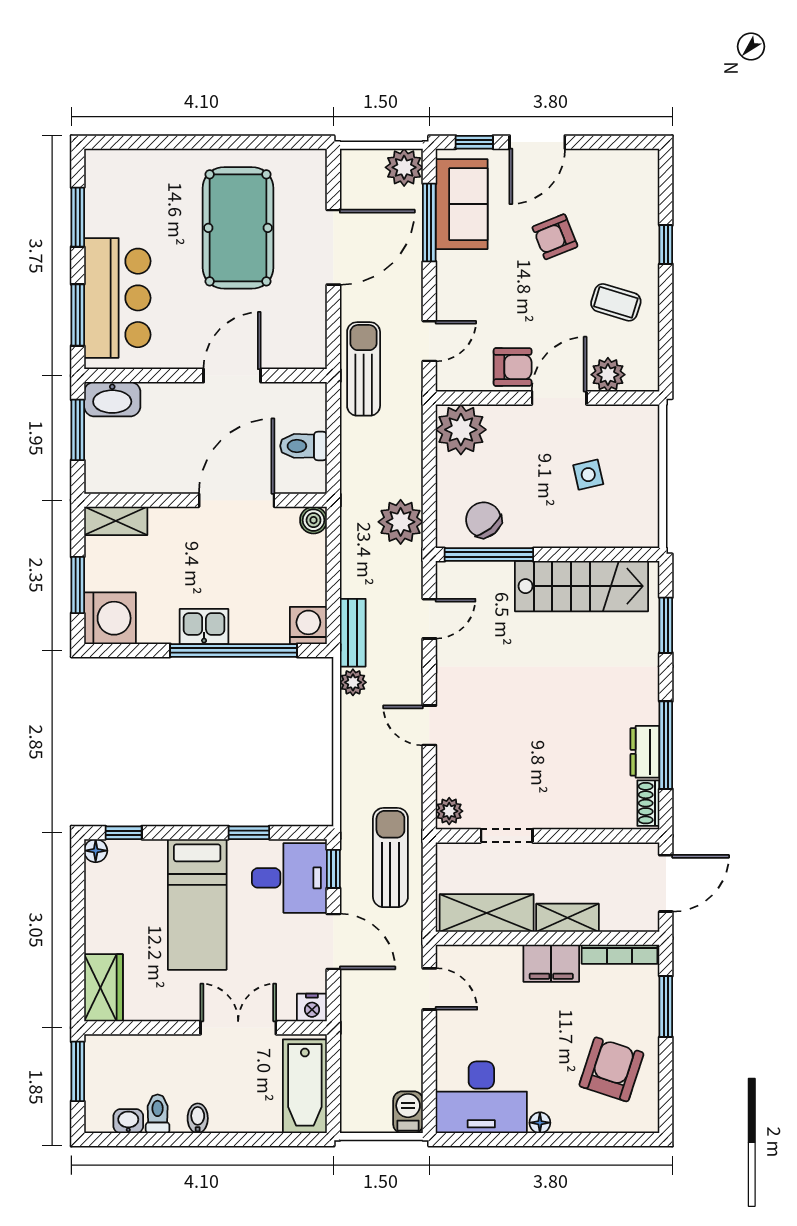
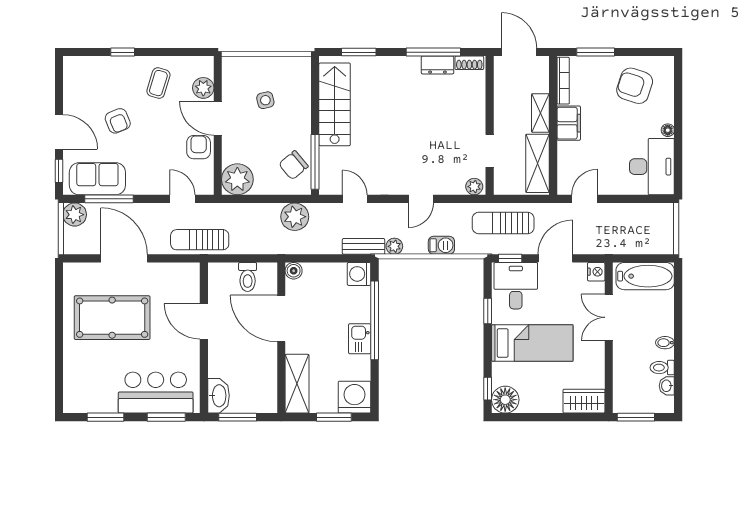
shelving: (116, 521) -> (297, 384), width x1.50, depth x1.33
floor lamp: (96, 851) -> (505, 400), width x1.89, depth x1.89
barbecue: (408, 1112) -> (441, 245), moved, turned 180

